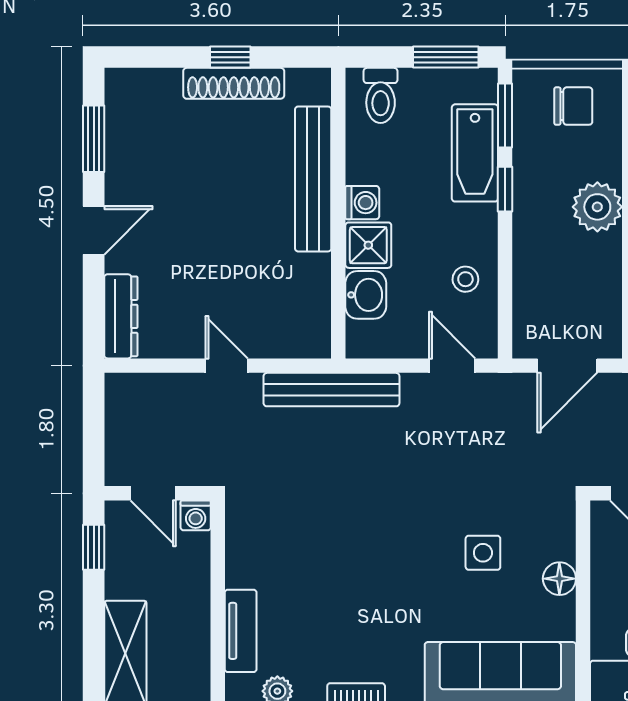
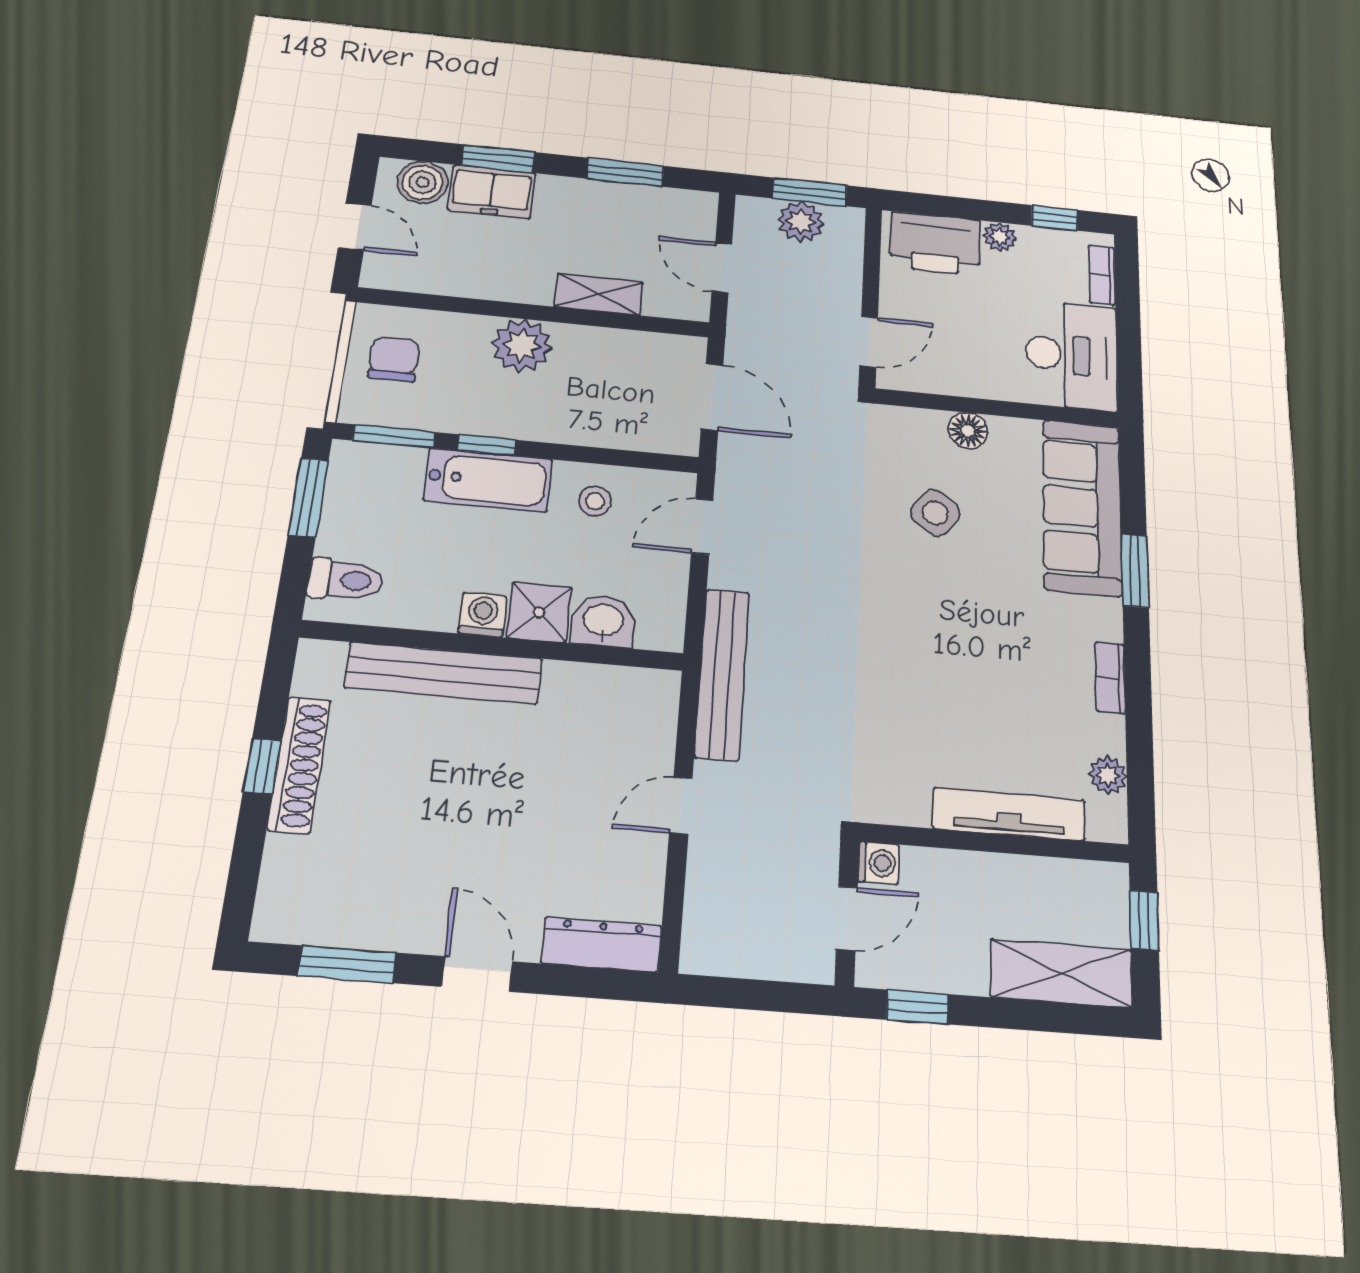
bathtub: (475, 153) -> (488, 480), moved
side table: (483, 553) -> (935, 513), turned 37
tv unit: (241, 631) -> (1009, 814), width x1.41

